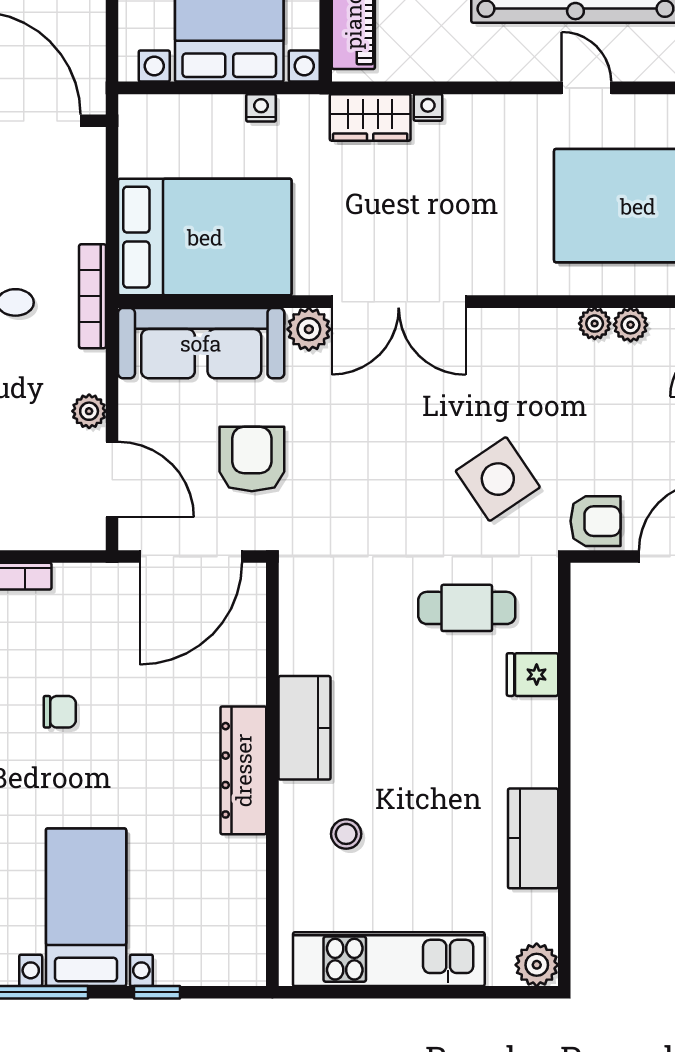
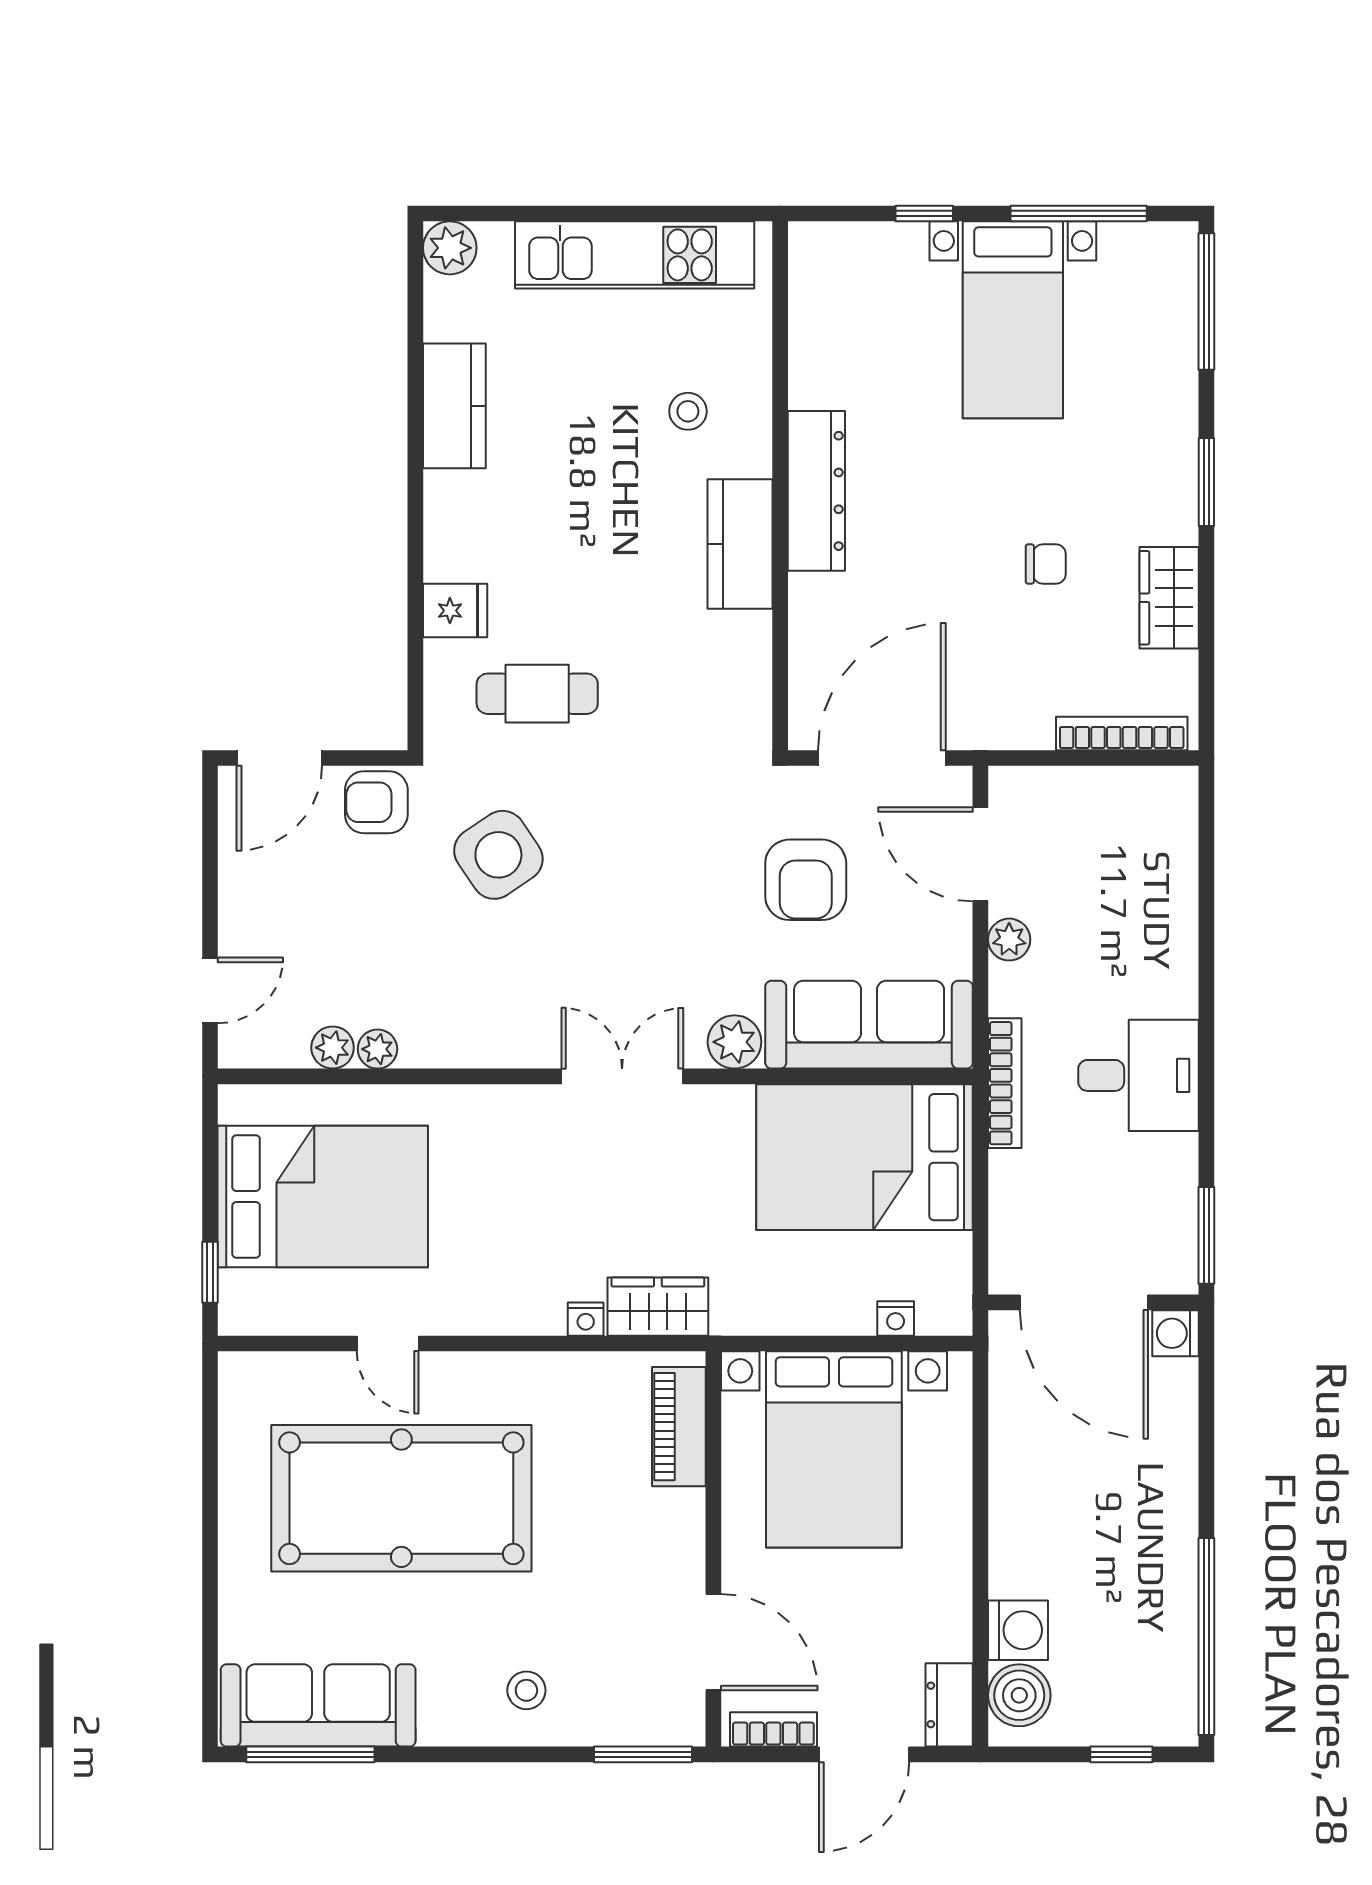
nightstand: (261, 108) -> (896, 1319), moved
double door: (399, 302) -> (622, 1076), width x0.73
chair: (60, 712) -> (1046, 564), turned 180

